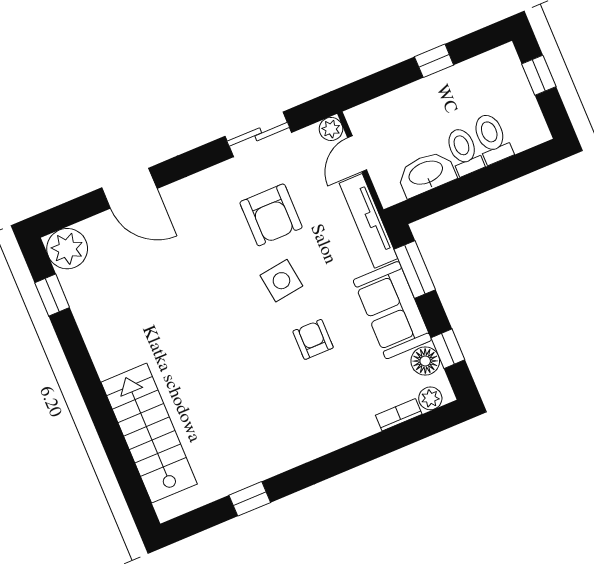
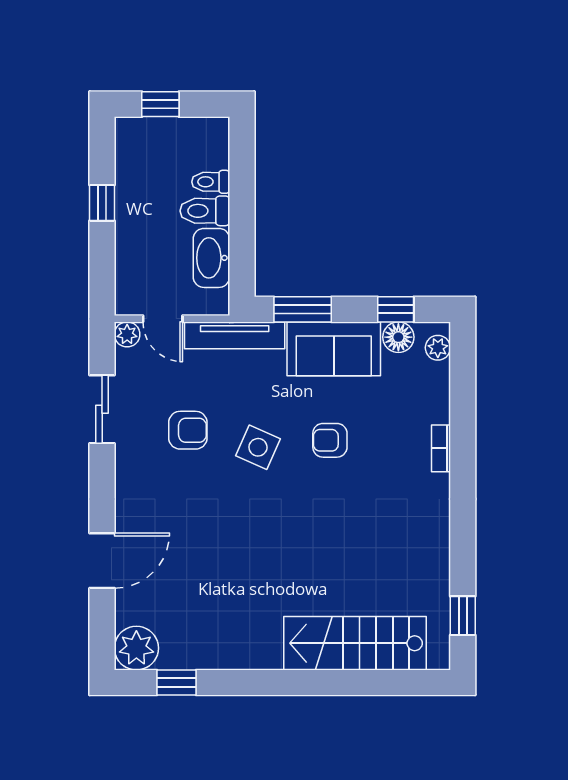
toilet: (492, 138) -> (211, 182), width x0.73, depth x0.72
armchair: (271, 215) -> (188, 430), width x0.72, depth x0.72
side table: (281, 281) -> (258, 447), turned 32
bookcase: (399, 415) -> (441, 448), moved
window: (250, 499) -> (463, 616), moved

